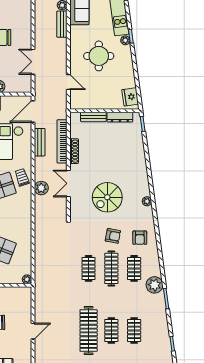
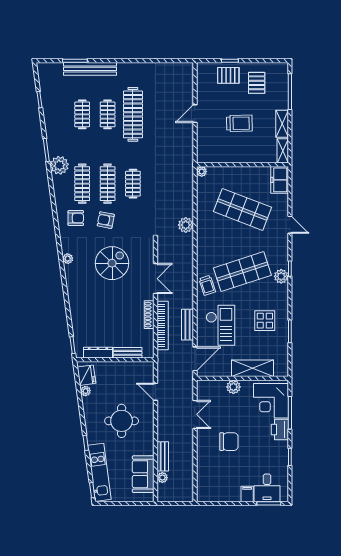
plant: (125, 40) -> (86, 391), moved
plant: (41, 188) -> (186, 225), moved
armchair: (140, 238) -> (76, 218), turned 90
clothes rail: (134, 268) -> (82, 184), width x1.36

